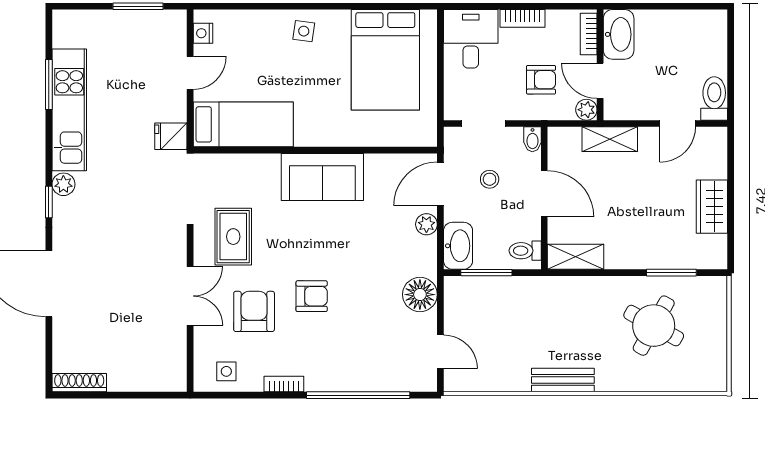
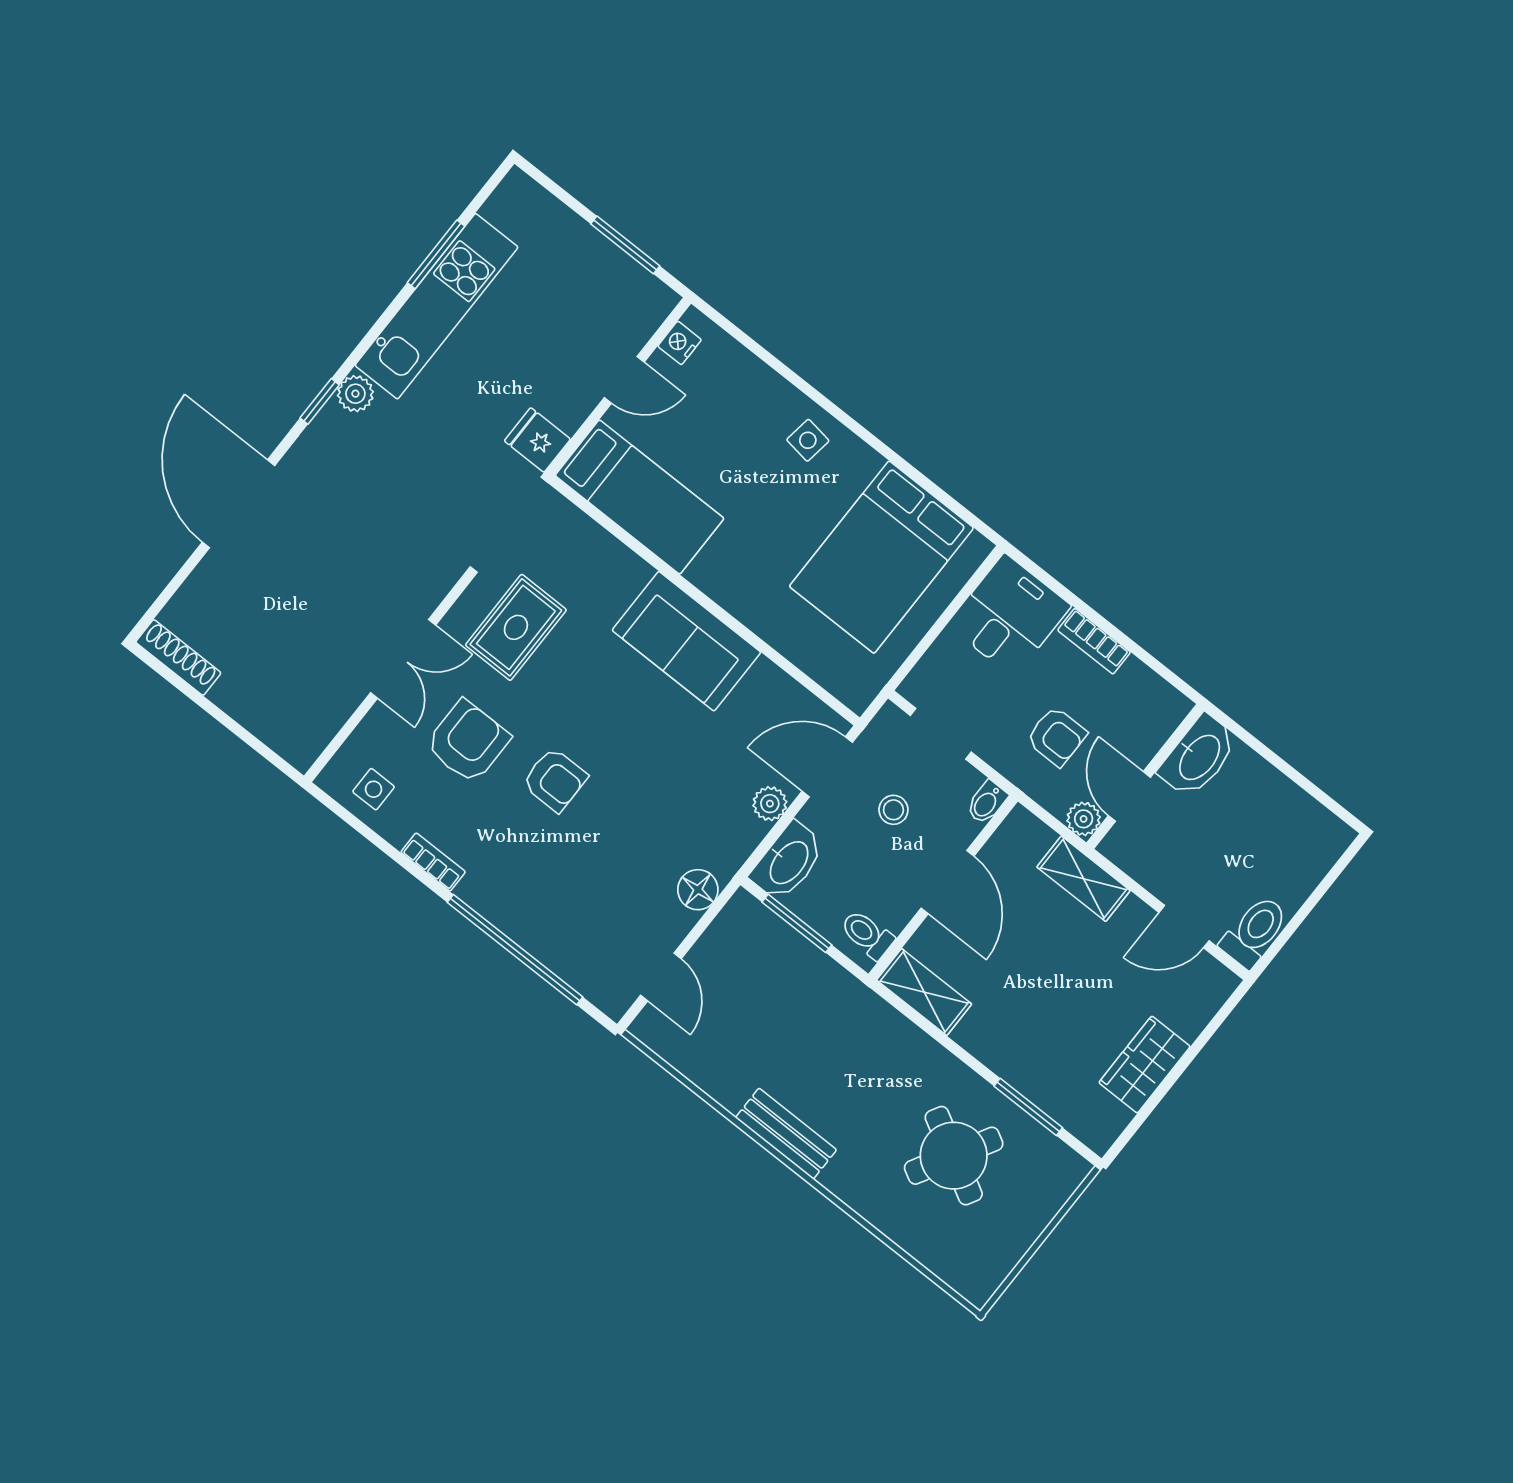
bookcase: (589, 34) -> (1161, 726), removed
floor lamp: (420, 295) -> (698, 890), width x0.73, depth x0.73

